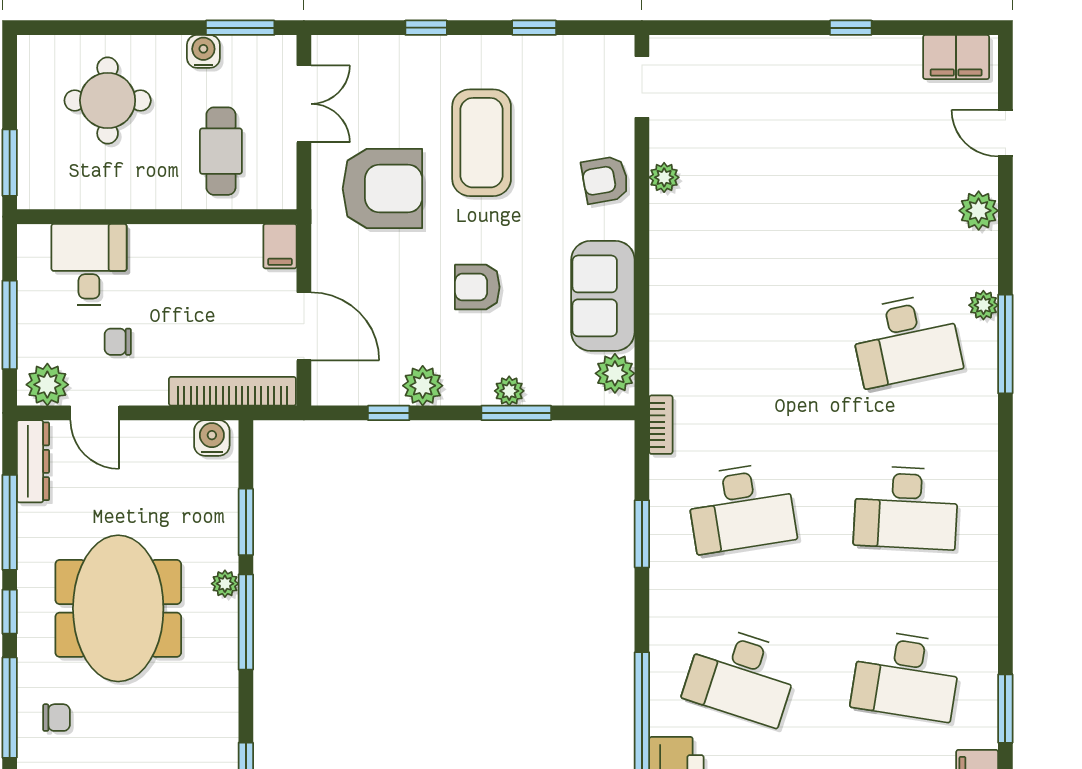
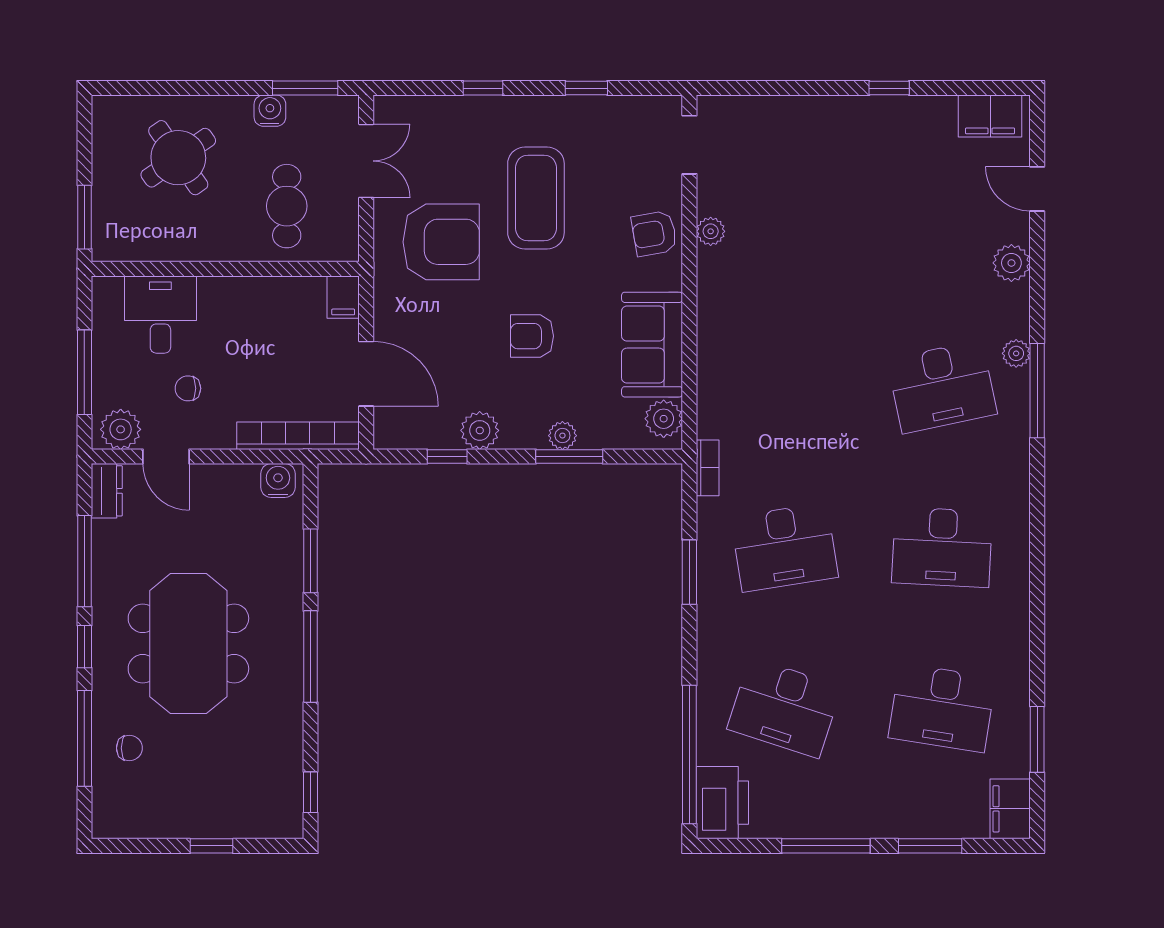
round table: (108, 100) -> (178, 158), turned -35
dresser: (33, 461) -> (107, 491), width x0.70
plant: (225, 584) -> (291, 620), removed

